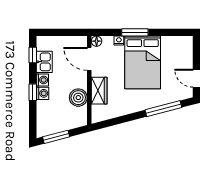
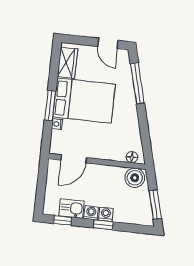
floor lamp: (97, 41) -> (132, 157), moved
door: (196, 78) -> (108, 43), hinge flipped
wardrobe: (99, 91) -> (67, 63), moved, turned 90
boiler: (78, 98) -> (135, 178), moved

